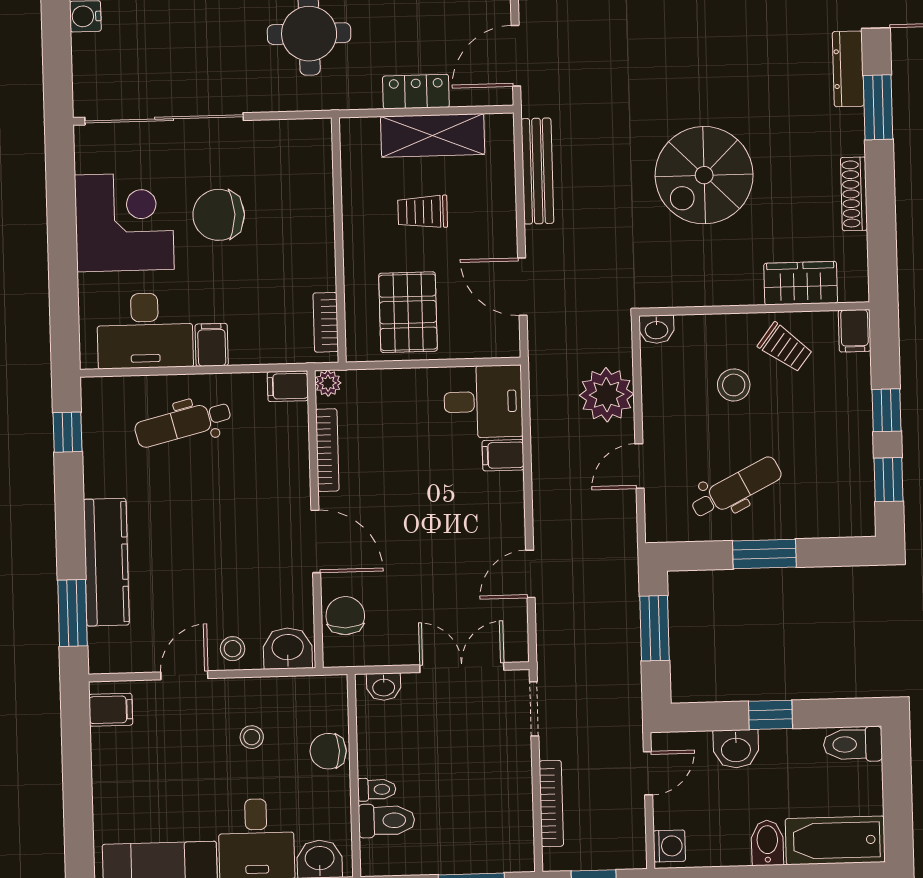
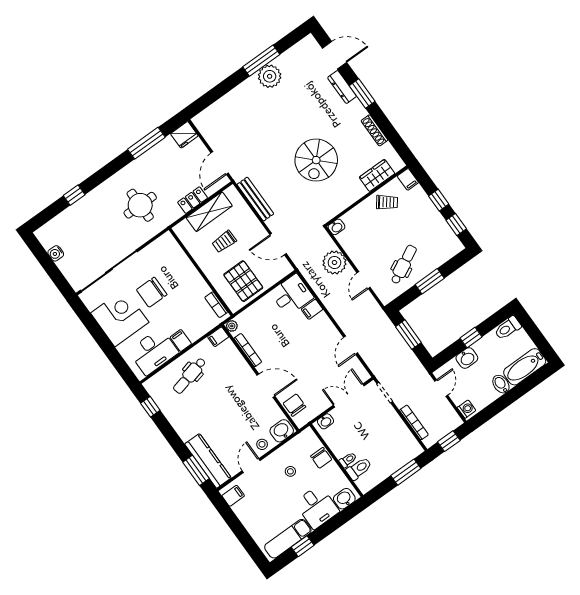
stool: (734, 385) -> (378, 228), removed
kitchen counter: (106, 562) -> (208, 461), moved
chair: (328, 751) -> (321, 458), turned -90

